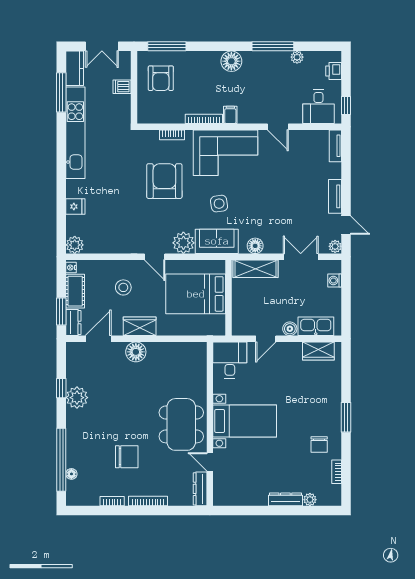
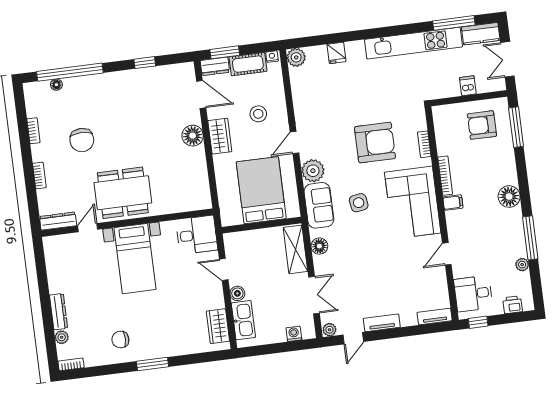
plant: (77, 398) -> (137, 80), removed
bookcase: (337, 472) -> (71, 364), moved
bookcase: (148, 501) -> (39, 175), width x0.64

